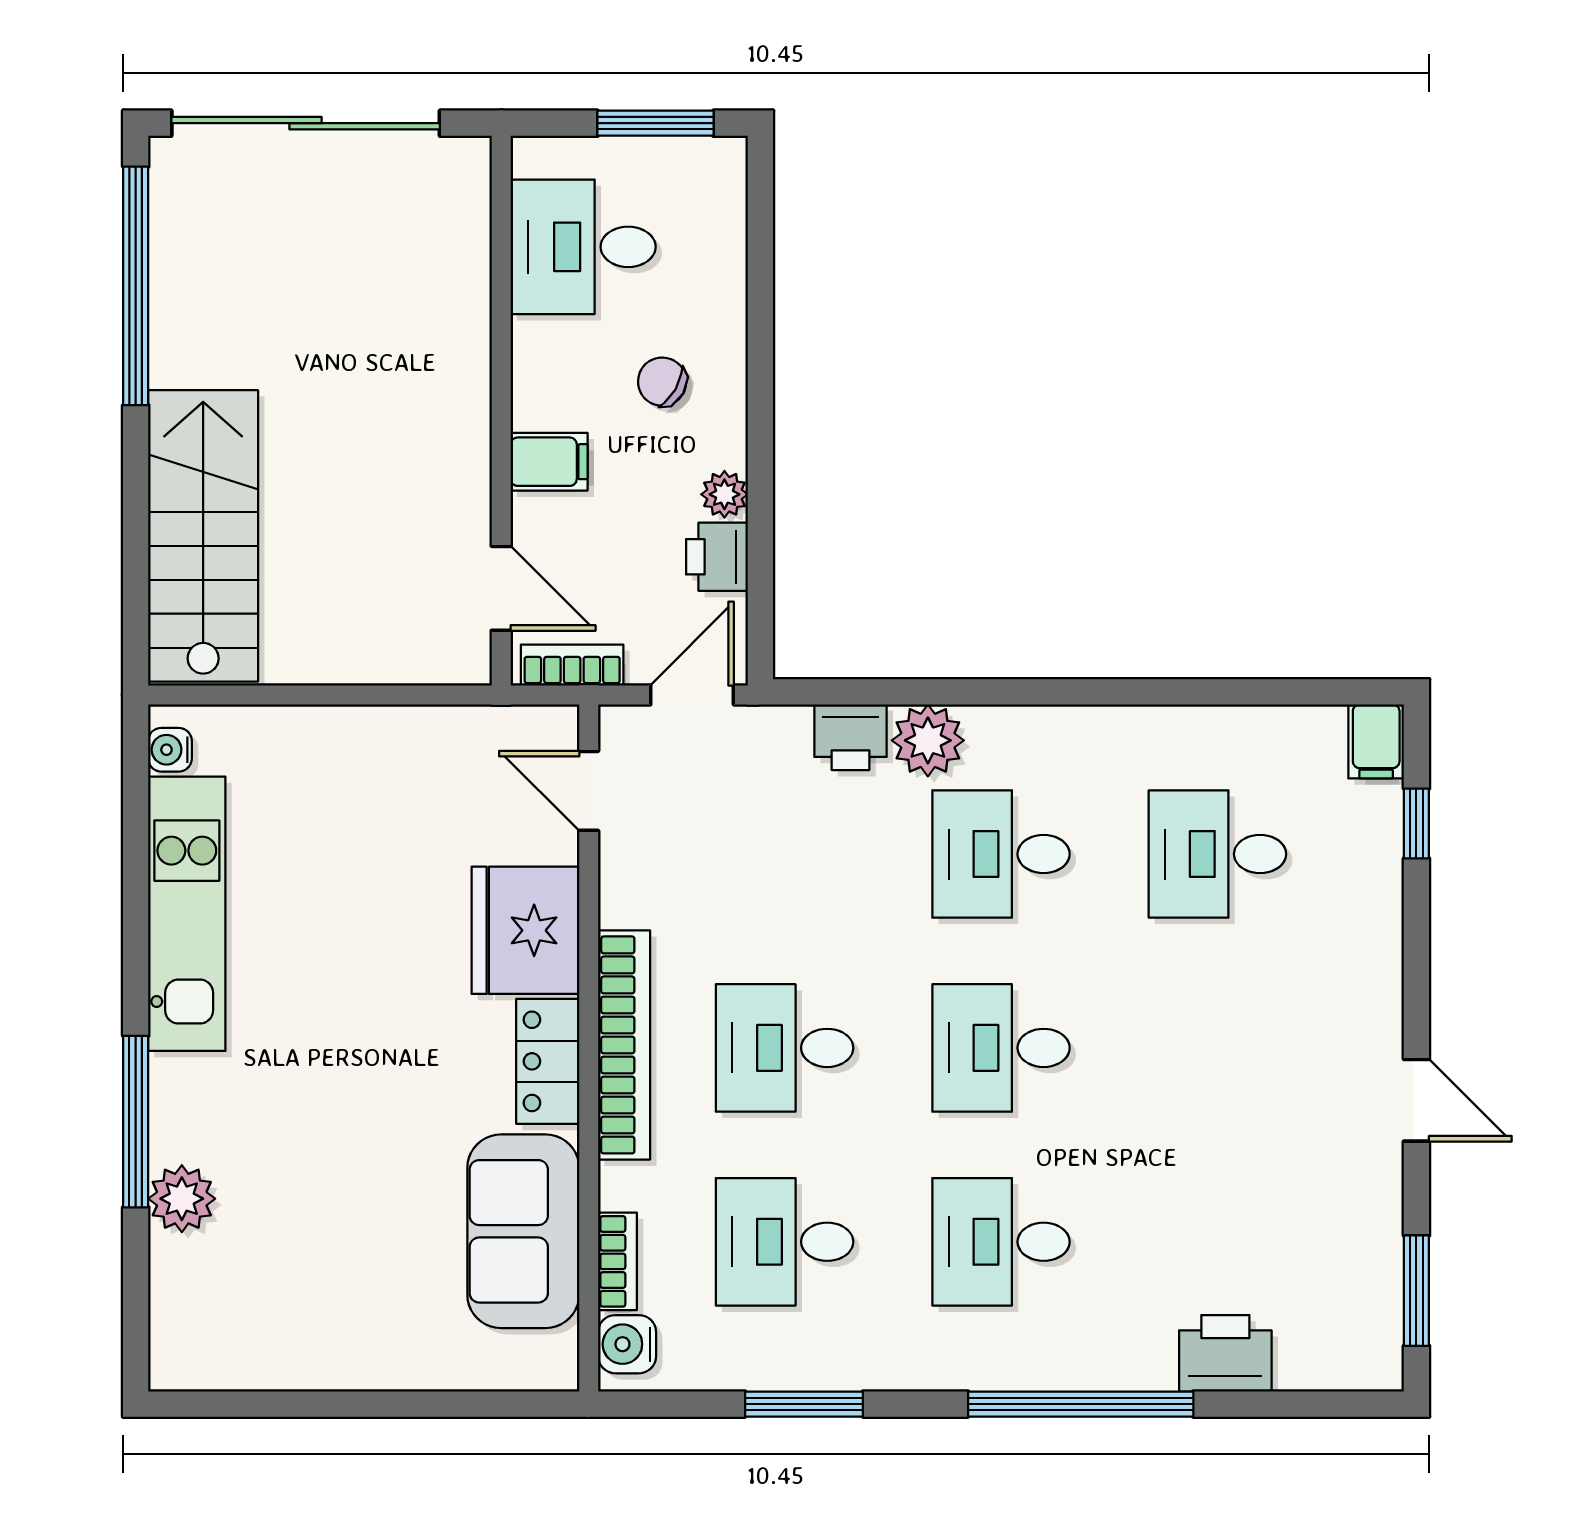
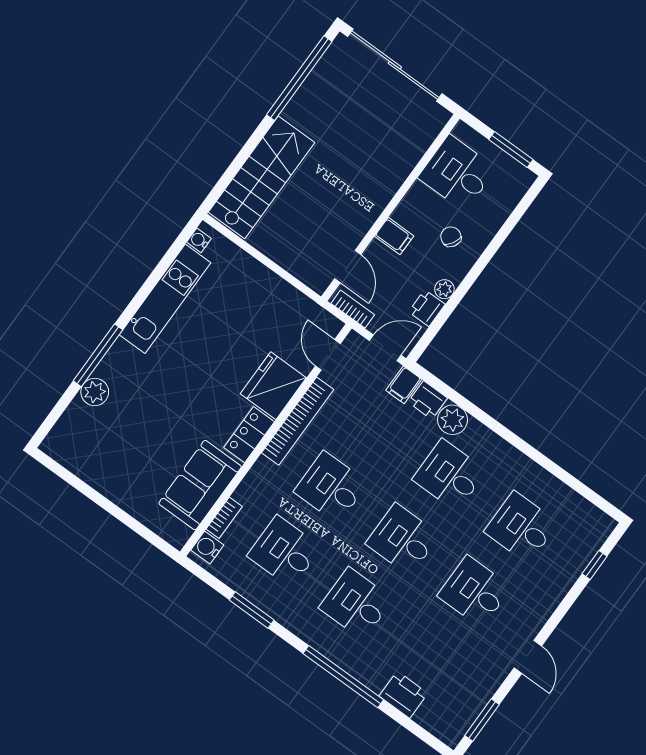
filing cabinet: (1376, 741) -> (404, 385), moved
bookcase: (624, 1045) -> (298, 421), moved
desk: (1217, 1048) -> (474, 592), added

